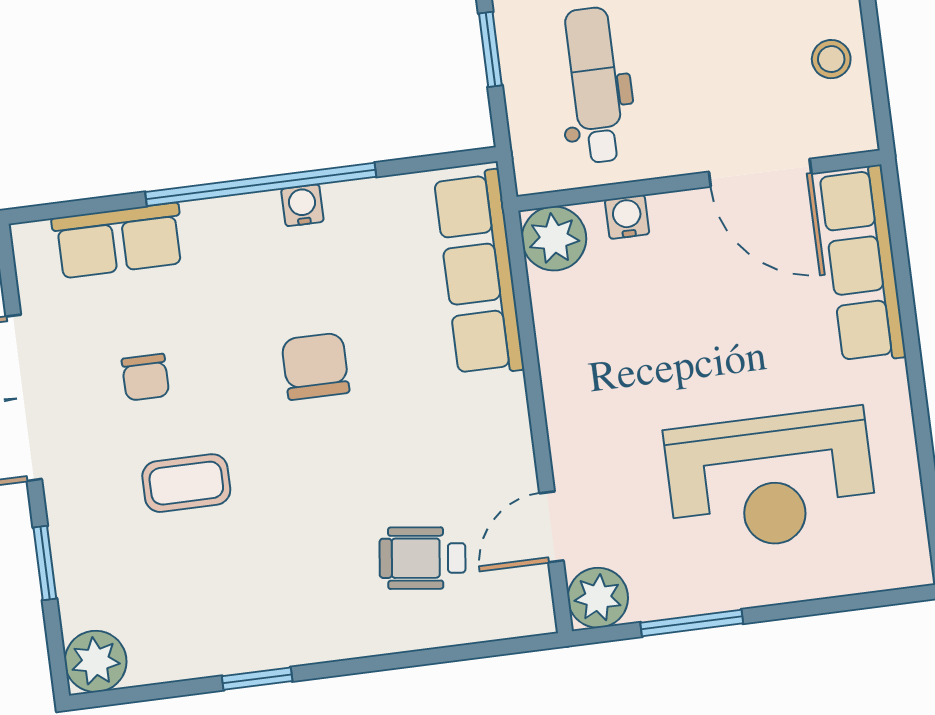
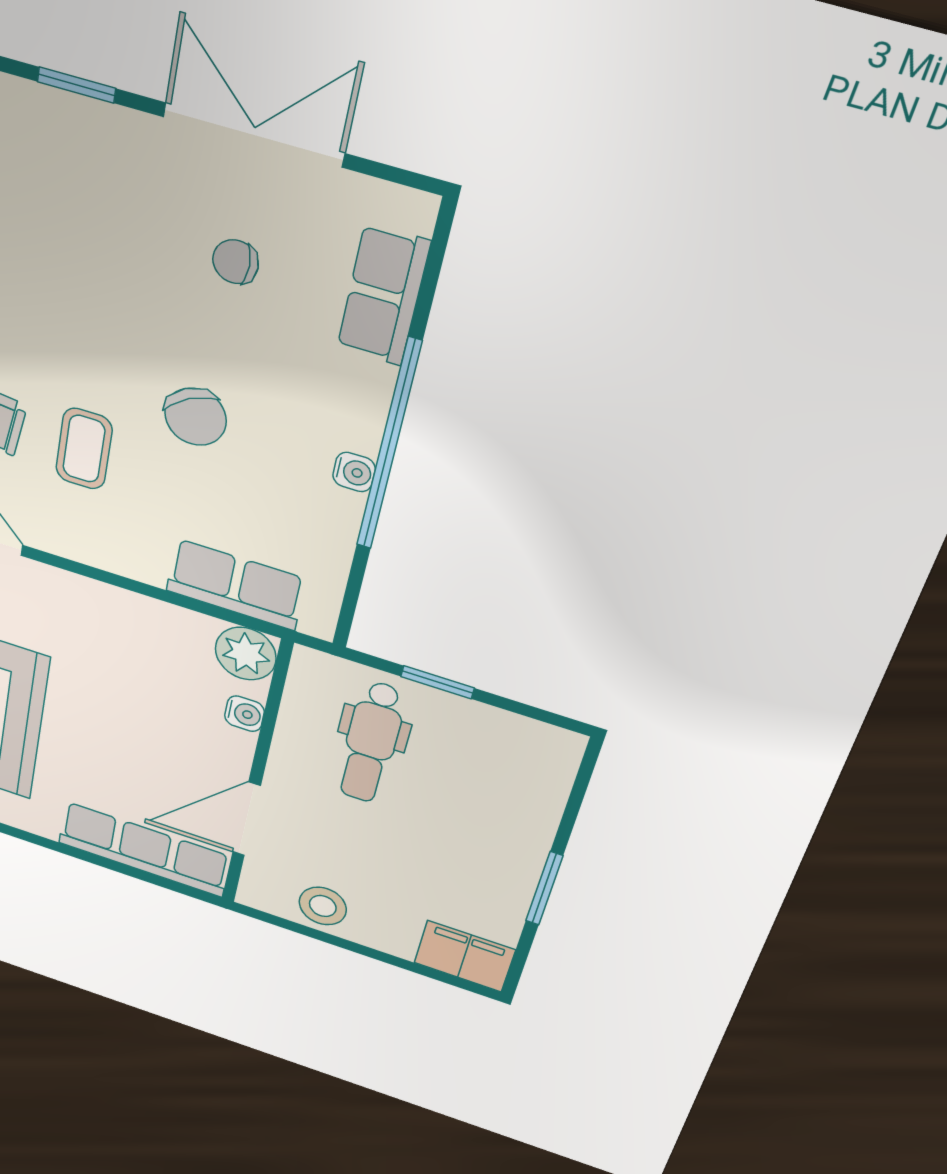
stool: (831, 59) -> (323, 906), width x1.37, depth x1.37
dental chair: (595, 85) -> (371, 742), turned 90
row of seats: (479, 273) -> (236, 585), width x0.68
chair: (315, 366) -> (195, 417), turned 61
coffee table: (186, 483) -> (84, 449), moved

